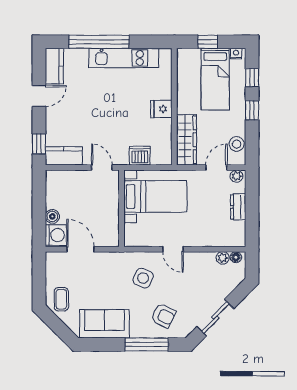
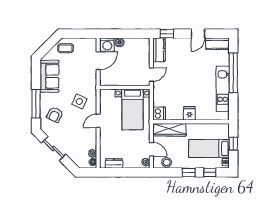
door: (39, 96) -> (198, 34), hinge flipped
dishwasher: (140, 156) -> (159, 114), moved
dresser: (238, 207) -> (114, 163), moved

